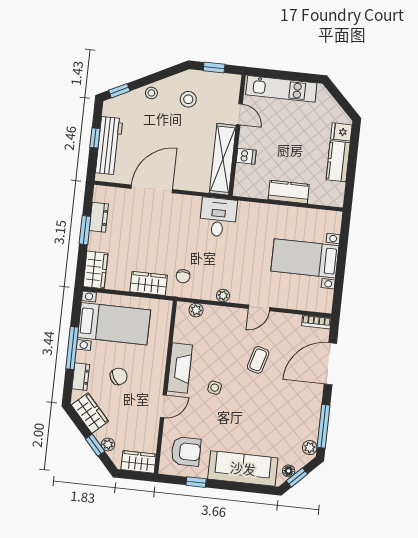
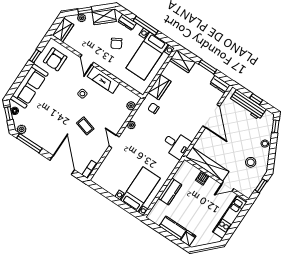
dresser: (99, 217) -> (220, 84), moved
bed with nightstands: (305, 258) -> (140, 189), moved

